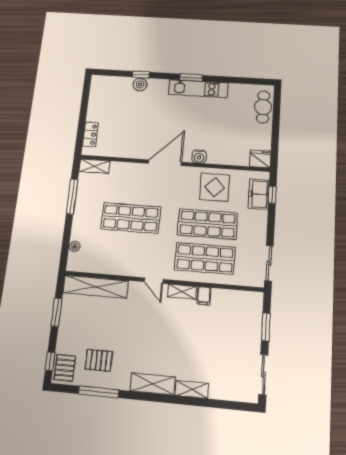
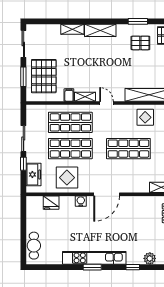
plant: (140, 84) -> (150, 258), moved
kitchen unit: (198, 89) -> (94, 258), width x1.36
fridge: (260, 159) -> (51, 203), moved
window: (272, 195) -> (23, 164), moved
display table: (104, 257) -> (145, 117), added
sliding door: (269, 263) -> (23, 139), moved
pallet: (237, 325) -> (44, 76), added
window: (99, 392) -> (138, 21), width x0.69

